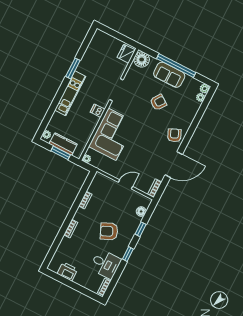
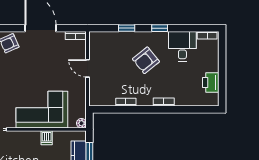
dishwasher: (98, 111) -> (47, 138), moved
floor lamp: (141, 211) -> (108, 37), removed
armchair: (109, 231) -> (146, 60), turned 75

